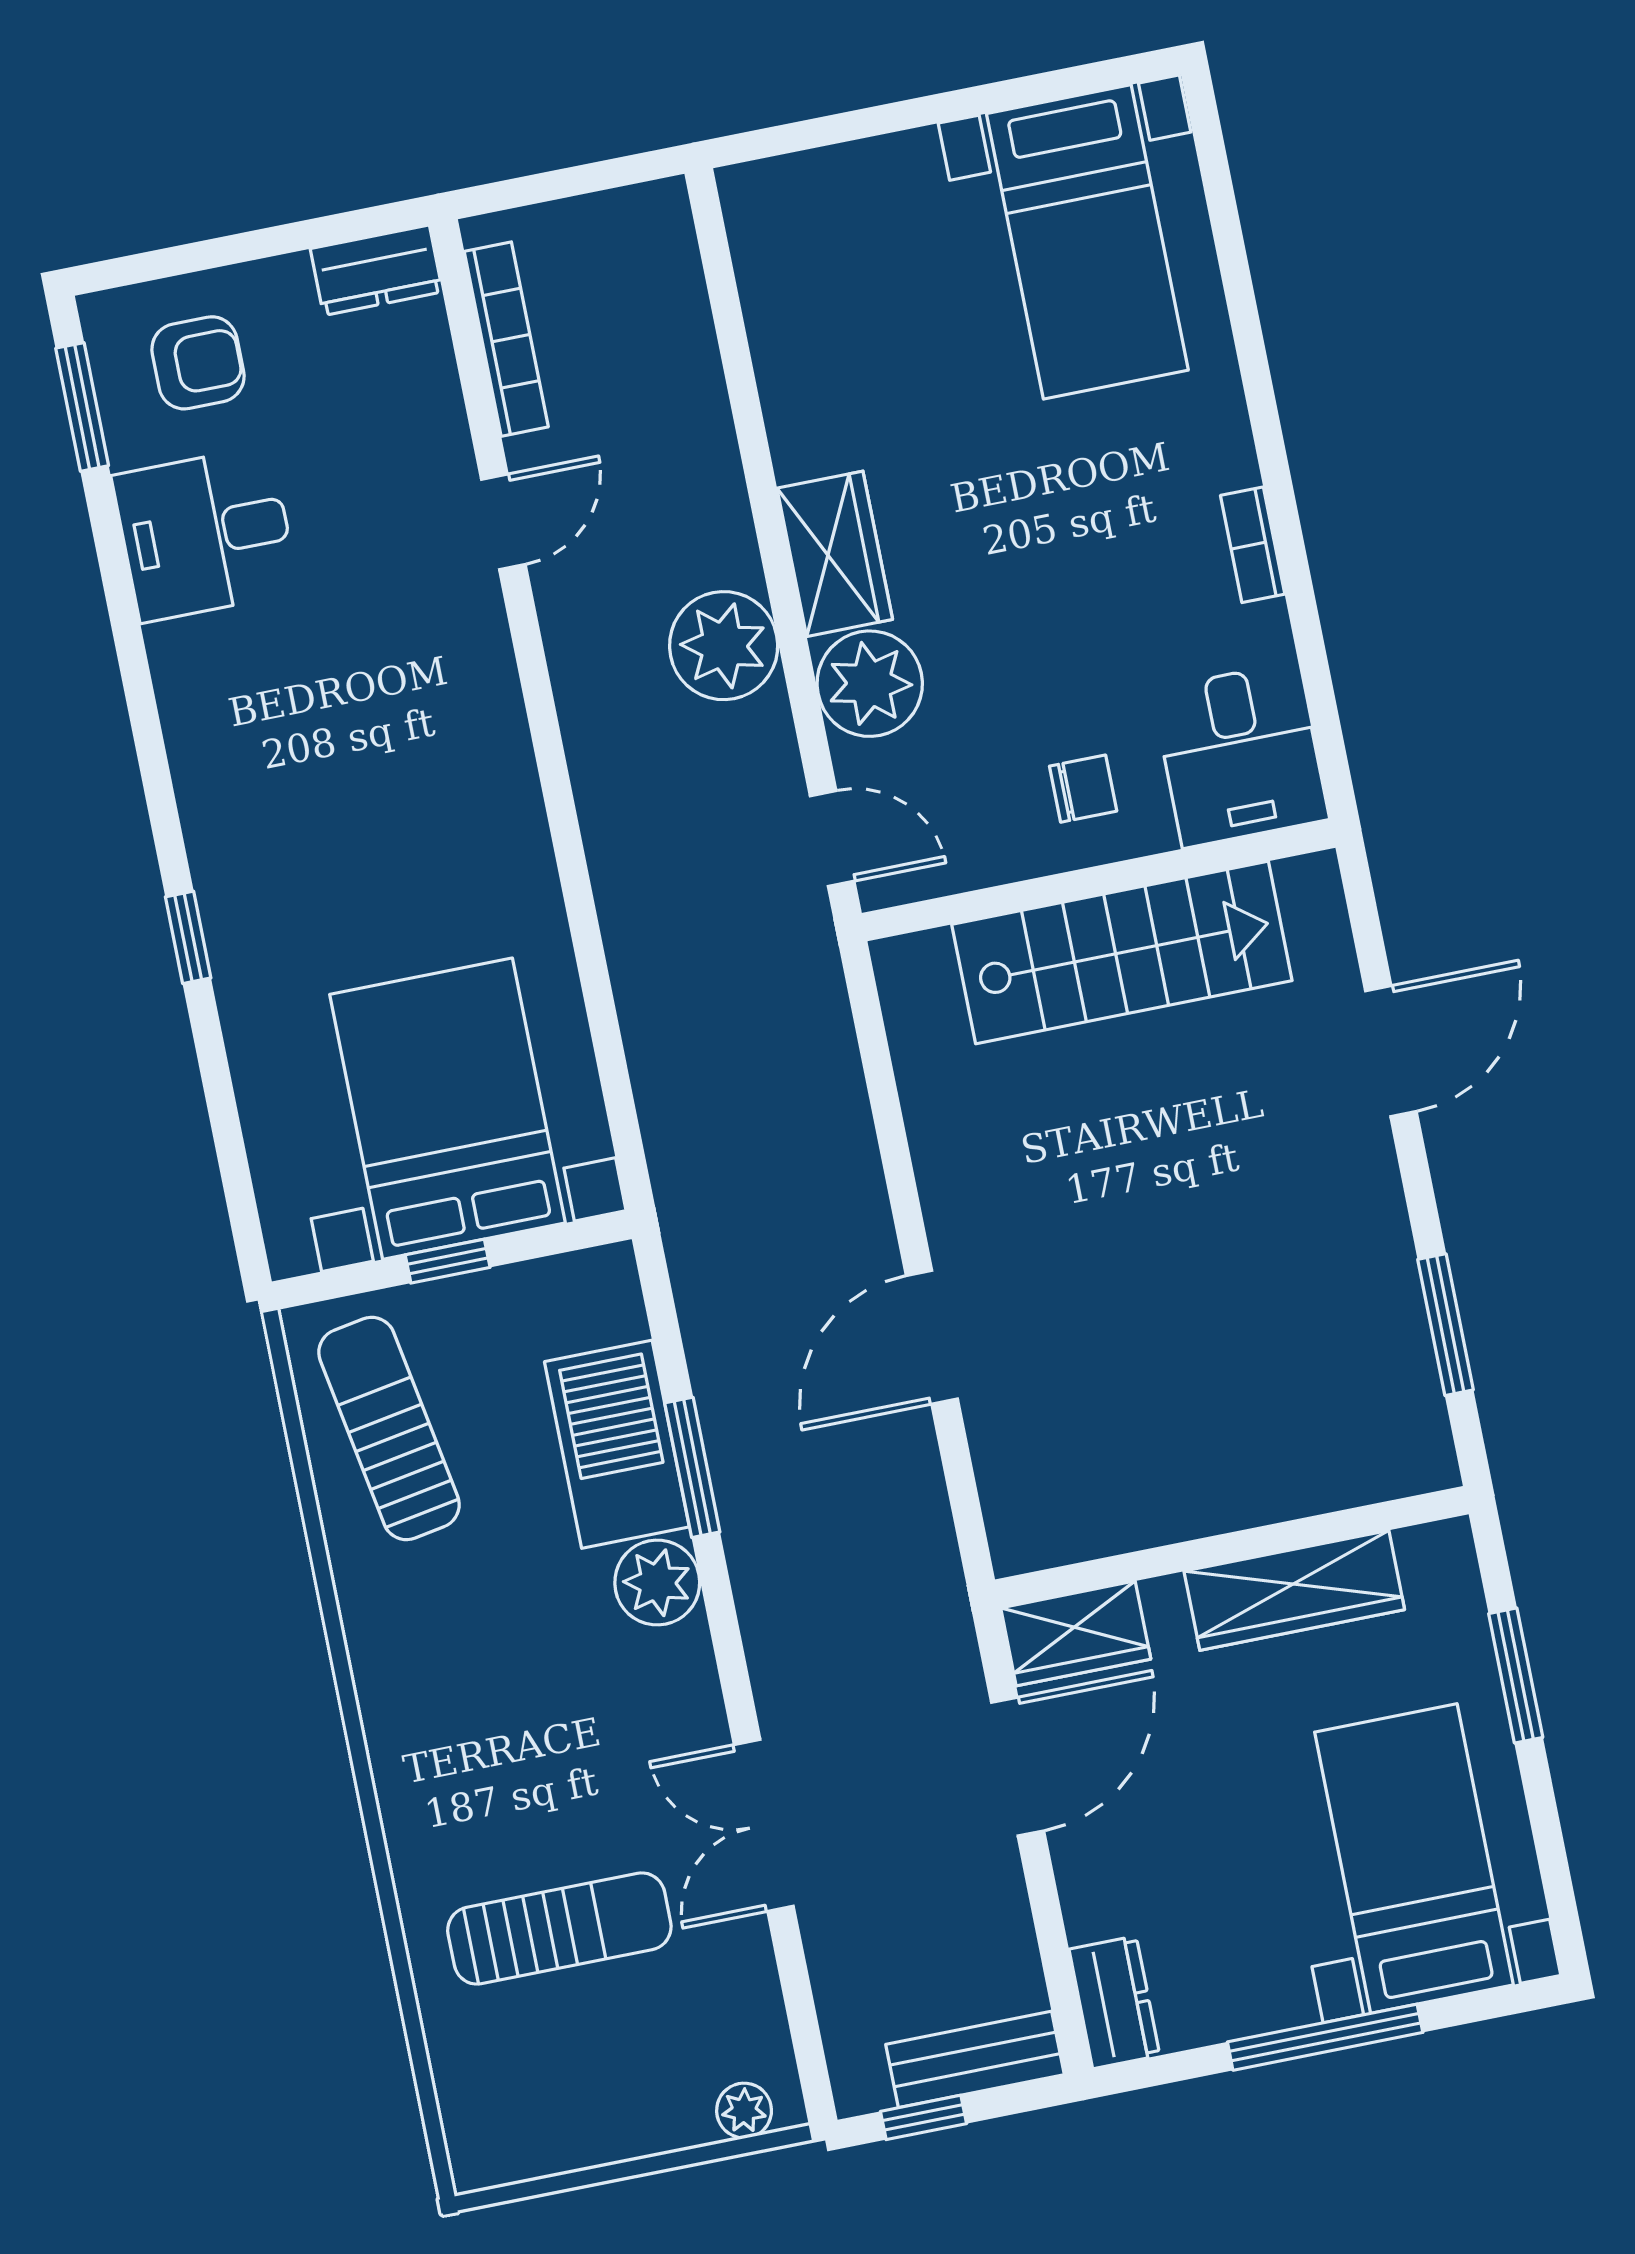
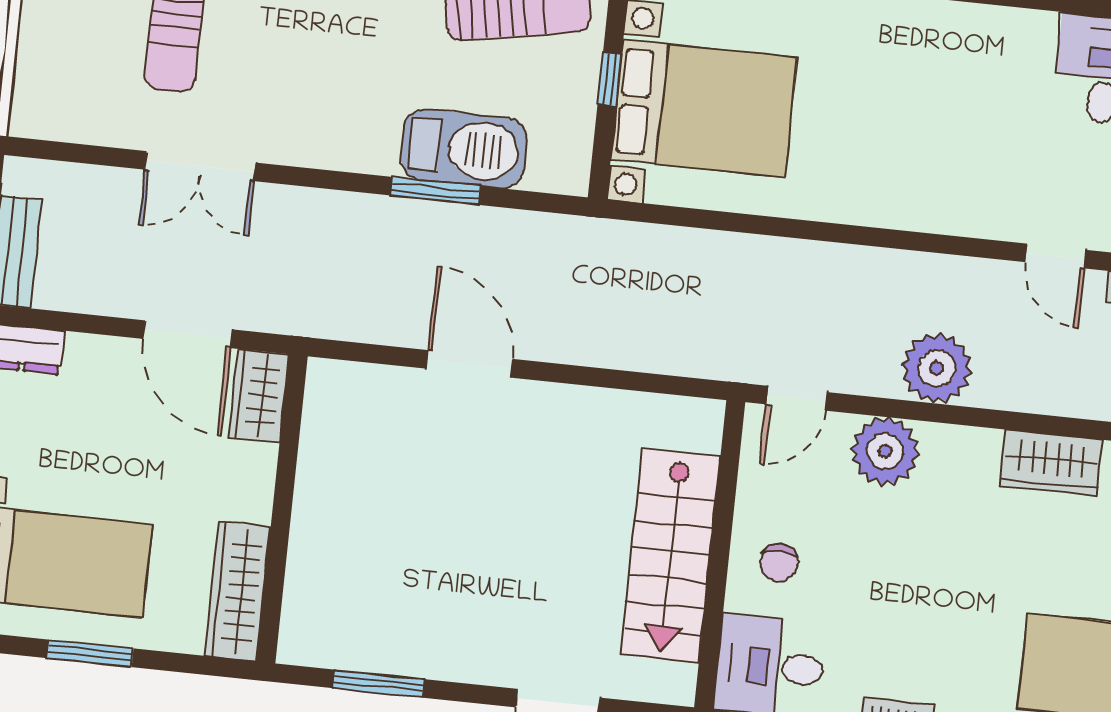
wardrobe: (835, 554) -> (1051, 463), moved
plant: (657, 1583) -> (371, 147), removed
wardrobe: (1294, 1590) -> (238, 591), moved
window: (1516, 1676) -> (90, 653), moved
double door: (764, 1825) -> (200, 166), swing flipped
plant: (744, 2111) -> (28, 99), removed

